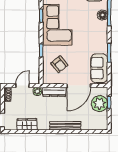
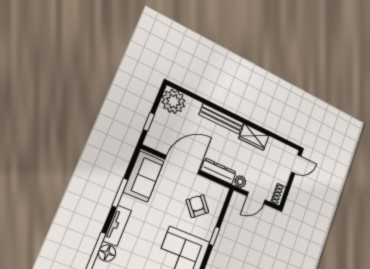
tv unit: (103, 33) -> (117, 226), added
plant: (100, 104) -> (173, 101), moved
wardrobe: (27, 124) -> (254, 137), moved

